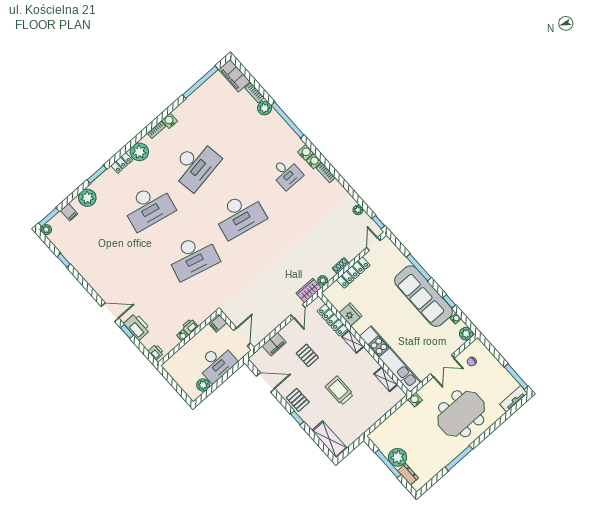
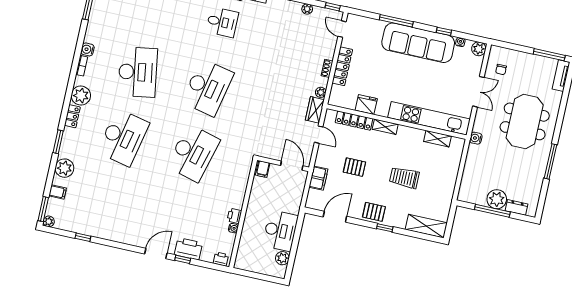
filing cabinet: (218, 324) -> (263, 169), moved
wall: (236, 331) -> (283, 164), moved
door: (242, 337) -> (292, 166), moved

